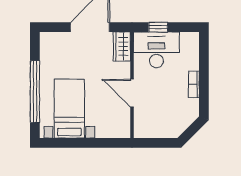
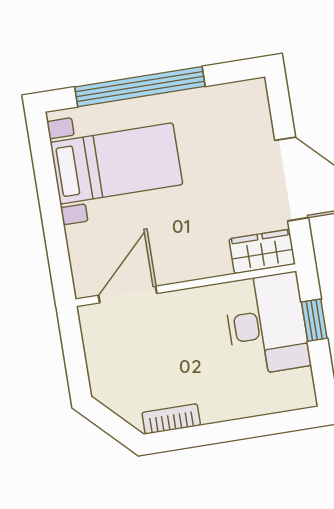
bookcase: (194, 84) -> (171, 419), moved
door: (132, 93) -> (128, 294), moved

